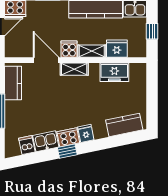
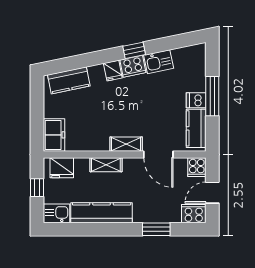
cooker: (69, 49) -> (197, 167), moved
fridge: (117, 49) -> (62, 168), moved
freezer: (114, 72) -> (54, 135), moved, turned 90
dishwasher: (27, 145) -> (196, 100), moved, turned 102

